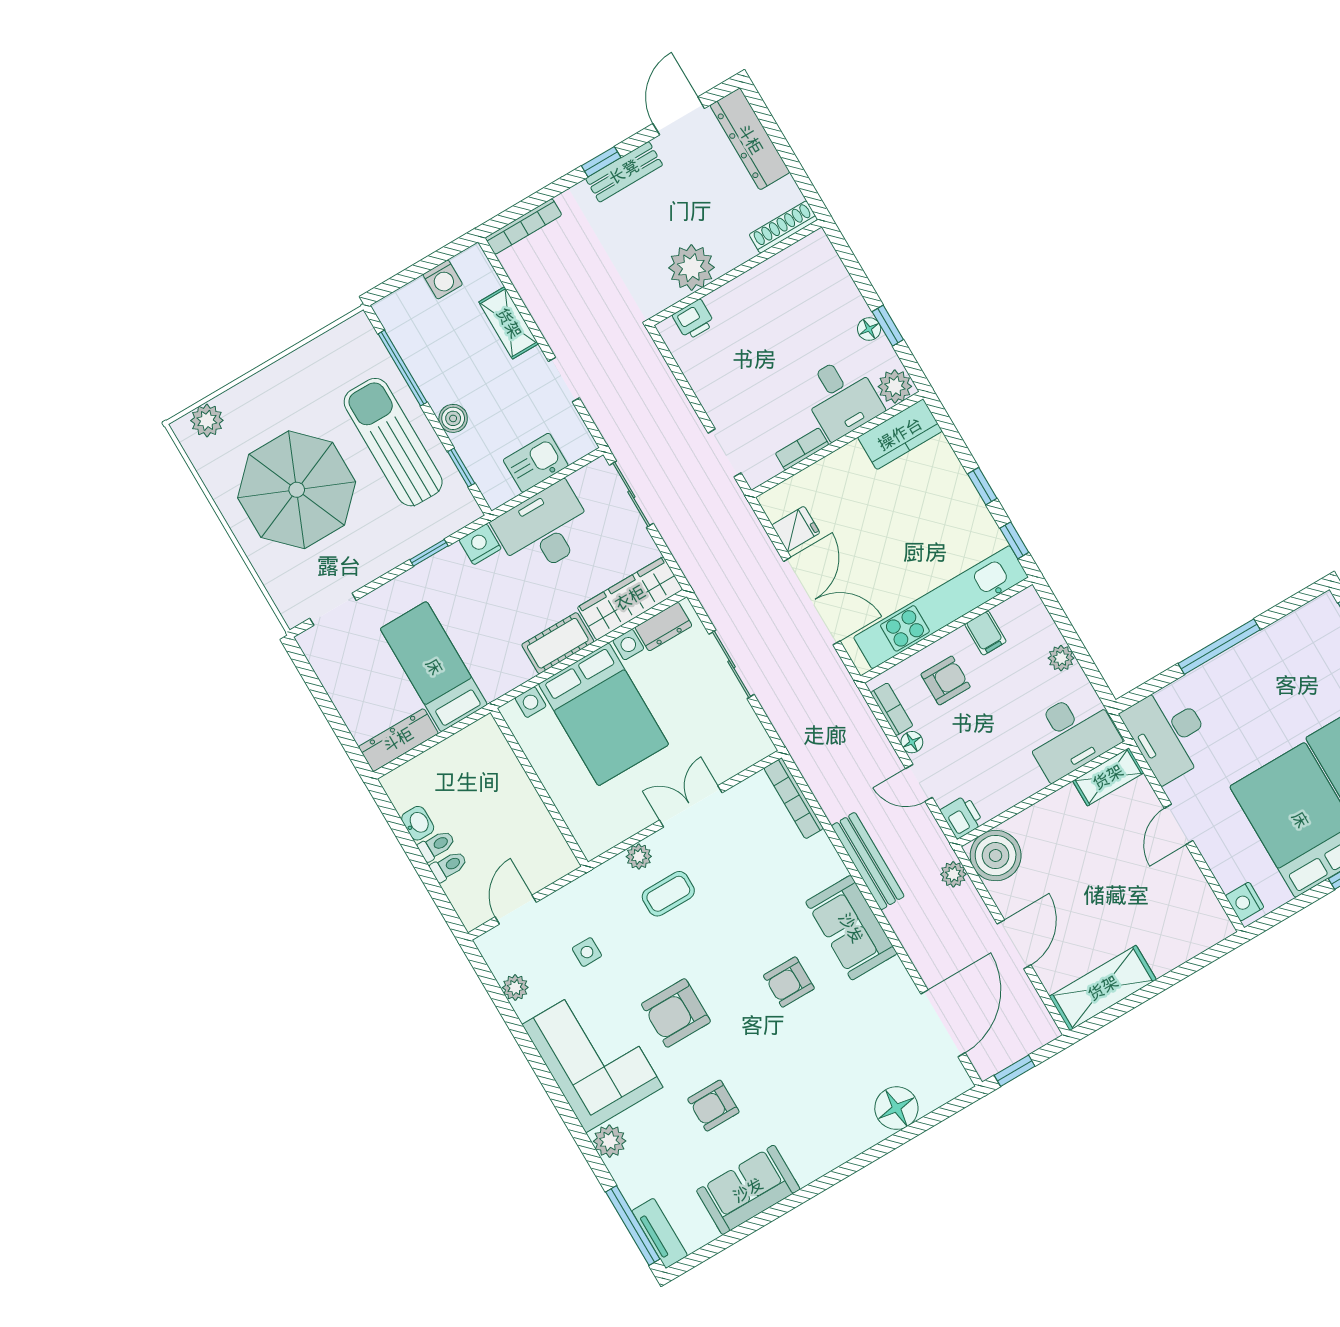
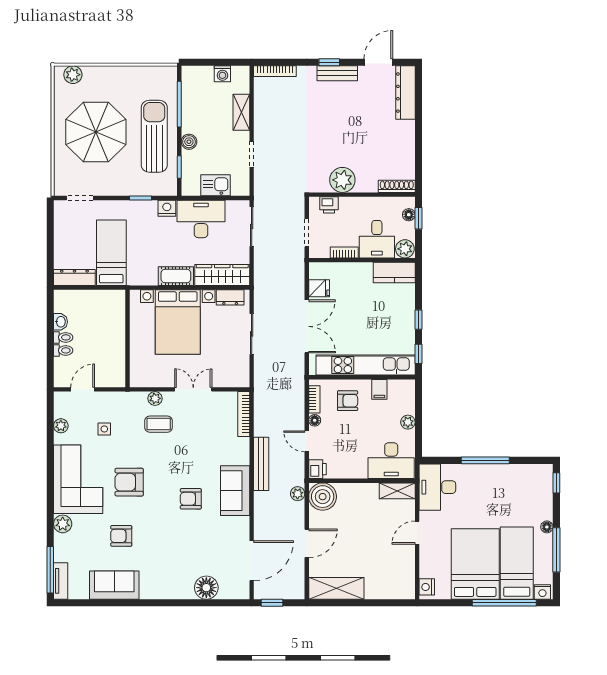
shoe rack: (783, 227) -> (397, 186), moved
plant: (691, 268) -> (342, 180), moved
wall: (736, 273) -> (362, 195), moved
printer: (694, 320) -> (329, 205), moved

